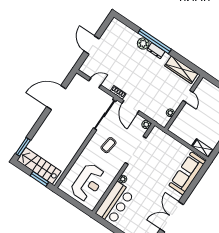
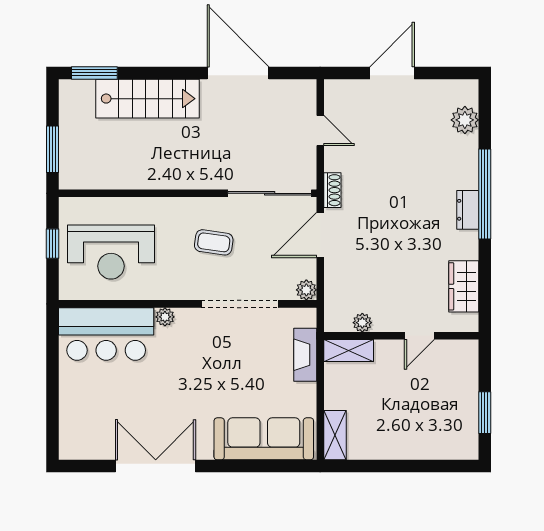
plant: (143, 44) -> (465, 120), moved
wardrobe: (181, 70) -> (464, 286), width x0.67
shelving: (177, 124) -> (349, 351), added
fireplace: (168, 140) -> (305, 355), added
stairs: (39, 166) -> (148, 99), moved, turned 90
window: (72, 201) -> (52, 244), added

